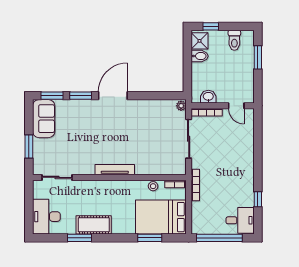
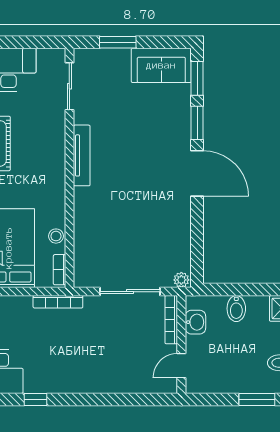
bidet: (200, 56) -> (236, 309), moved
tv unit: (115, 170) -> (82, 155), moved

